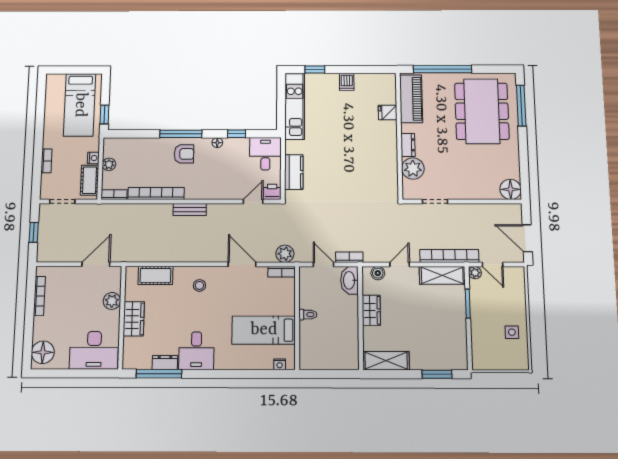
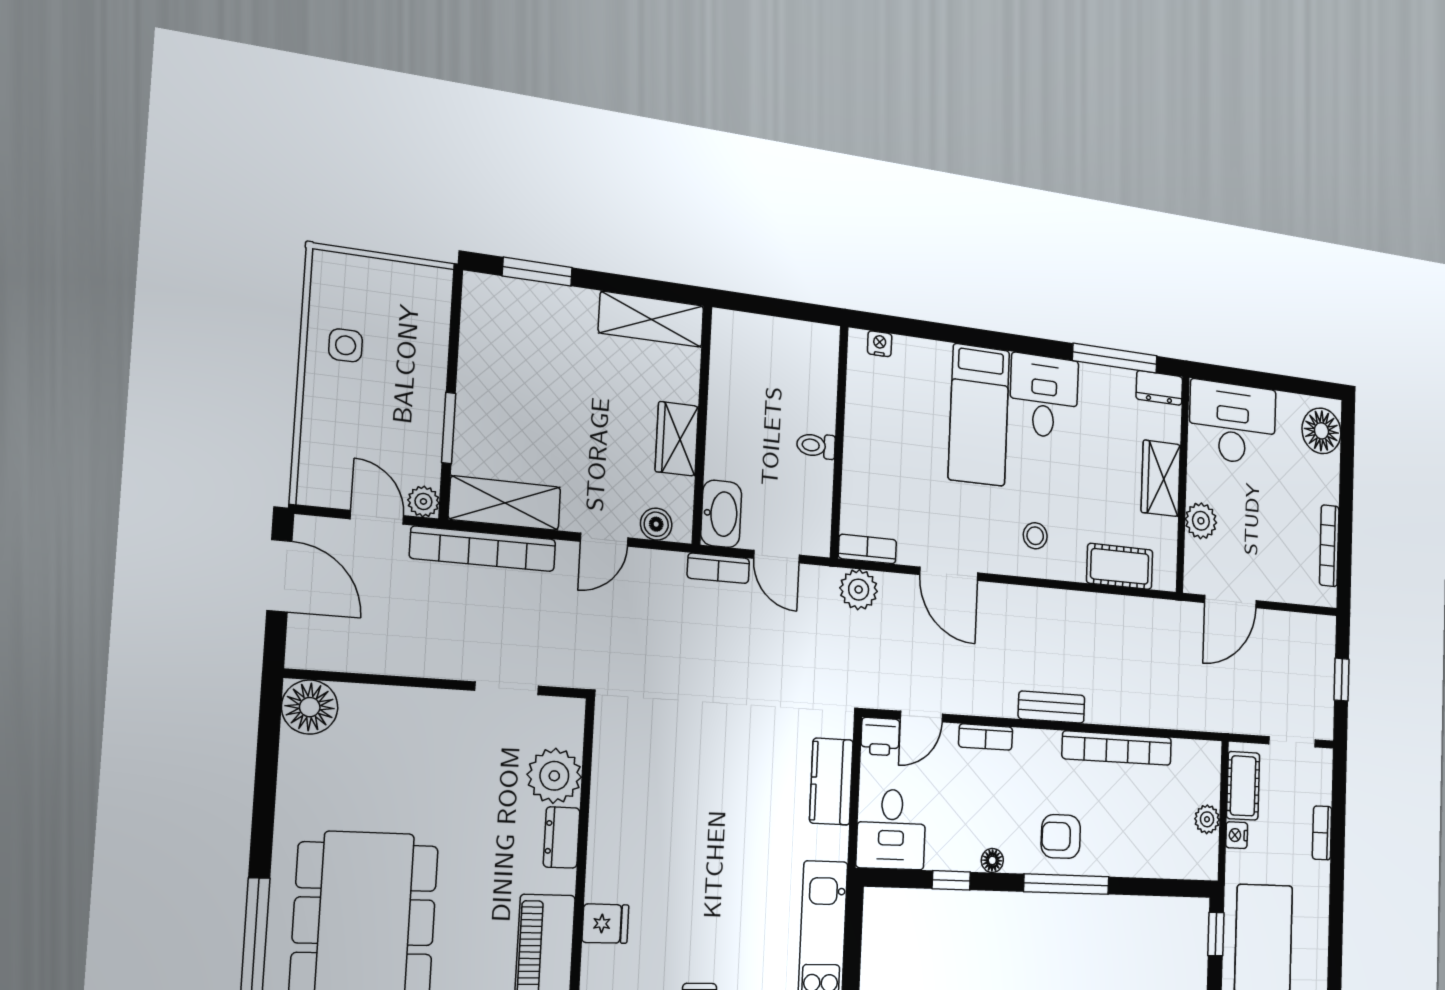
bookcase: (114, 195) -> (986, 737), moved
bed: (264, 330) -> (979, 415), moved, turned 90
dresser: (165, 362) -> (1159, 388), moved

